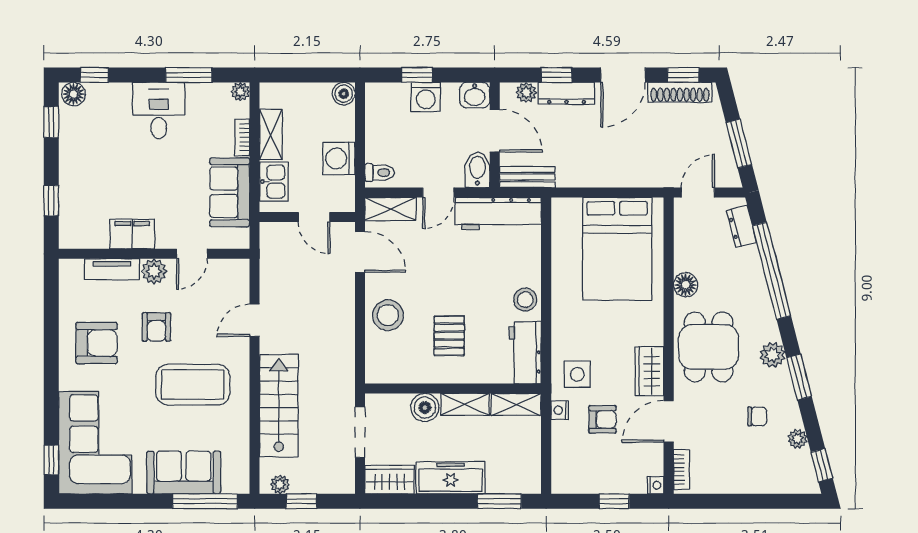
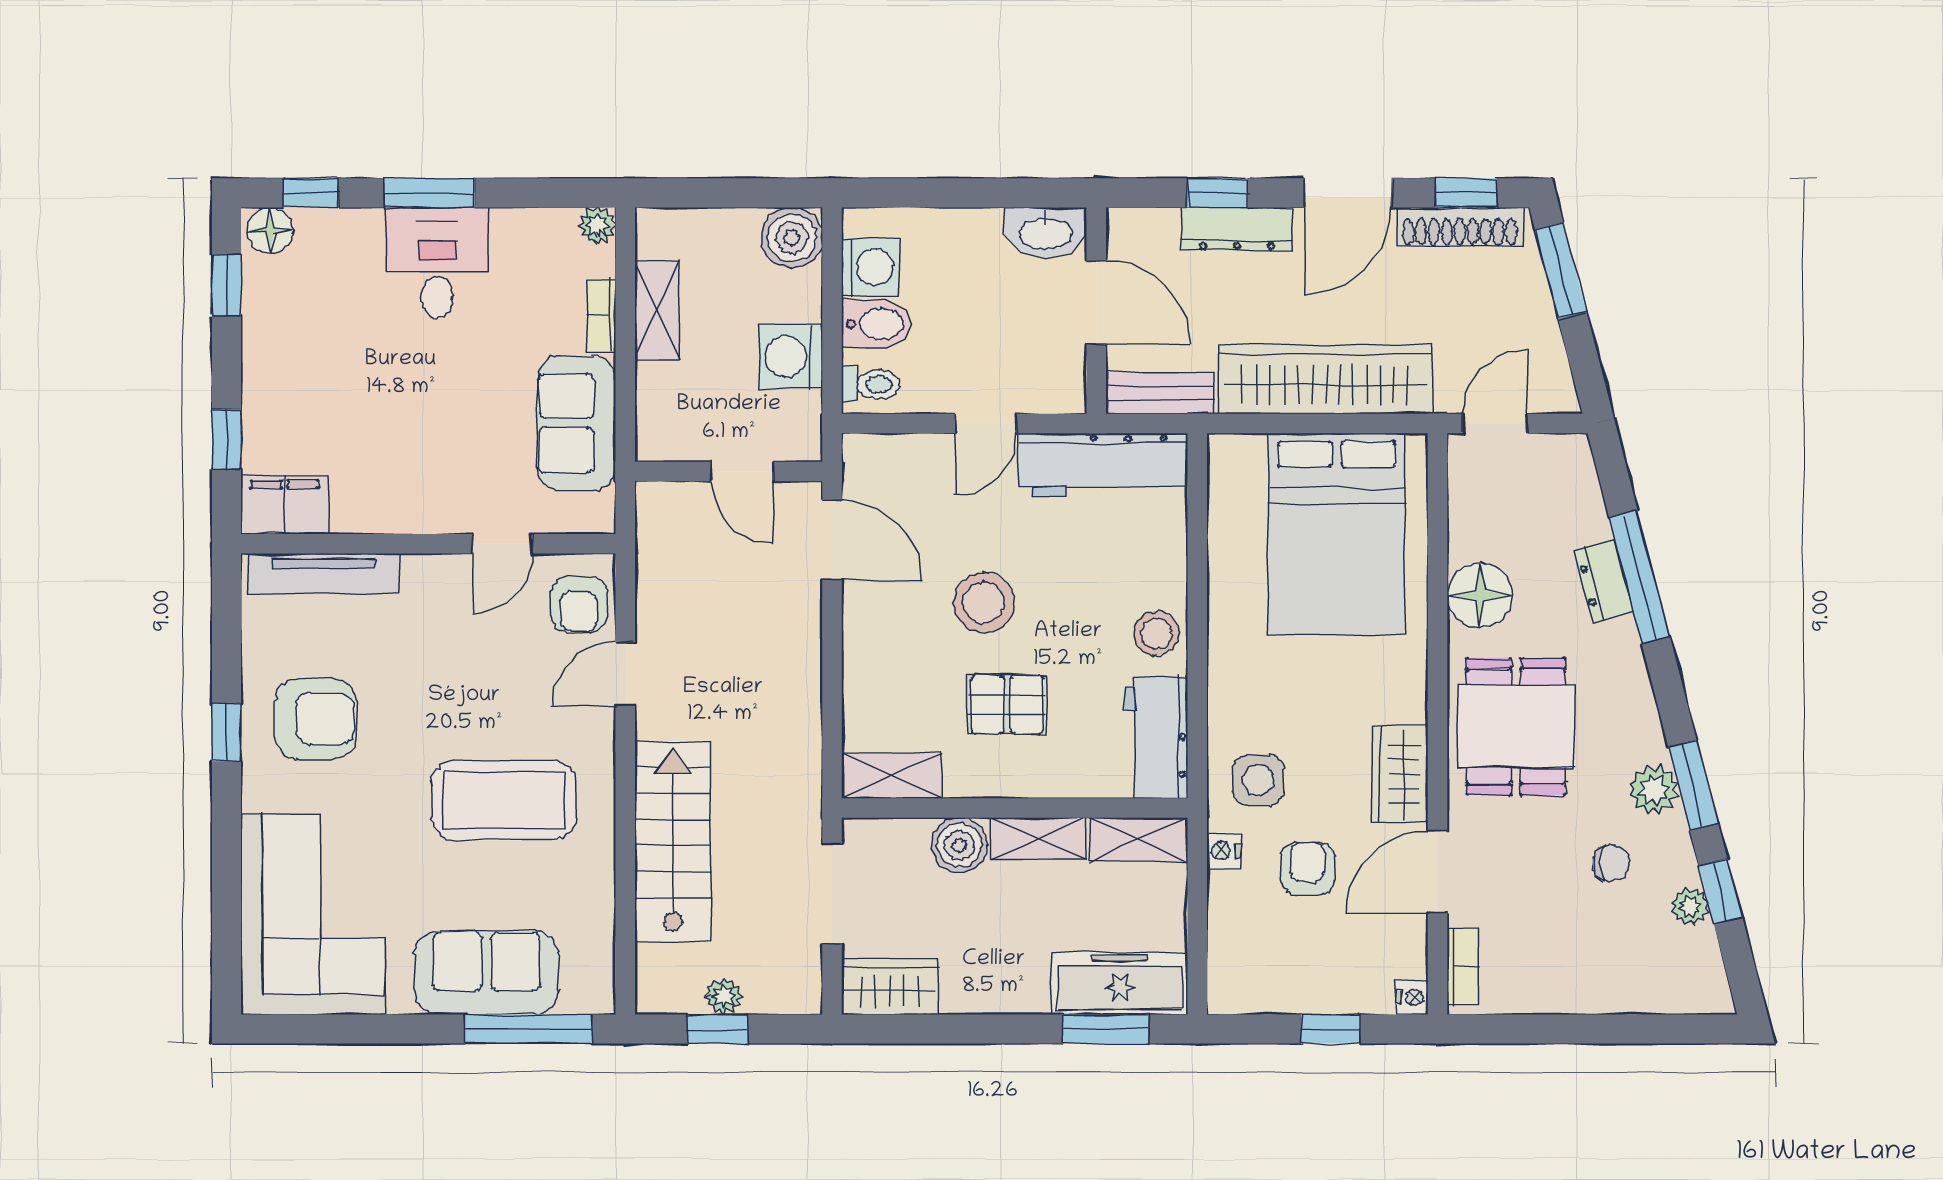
window: (189, 75) -> (429, 193), moved
window: (417, 75) -> (944, 193), removed
plant: (526, 92) -> (1158, 227), removed
boiler: (344, 94) -> (792, 238), width x1.36, depth x1.36
washbasin: (475, 95) -> (1045, 232), width x1.38
washing machine: (426, 97) -> (870, 267), moved, turned -90
window: (739, 144) -> (1561, 270), moved
bidet: (477, 170) -> (876, 324), moved, turned 90
wardrobe: (612, 170) -> (1326, 379), added
kitchen sink: (274, 182) -> (663, 402), removed
shelving: (391, 209) -> (892, 776), moved
dresser: (742, 226) -> (1604, 582), moved
filing cabinet: (132, 234) -> (285, 505), moved
tv unit: (112, 269) -> (324, 574), width x1.41
plant: (154, 271) -> (428, 578), removed
window: (772, 271) -> (1640, 577), width x0.68
floor lamp: (686, 285) -> (1480, 596), width x1.38, depth x1.38
stool: (388, 315) -> (984, 603), moved
armchair: (156, 327) -> (579, 605), moved
pallet: (449, 336) -> (1007, 704), turned 90
plant: (773, 355) -> (1654, 790), moved
armchair: (602, 419) -> (1308, 869), turned -90
window: (51, 460) -> (226, 733), moved
window: (822, 465) -> (1721, 891), moved
freezer: (450, 478) -> (1120, 983), moved
plant: (280, 484) -> (724, 996), moved

